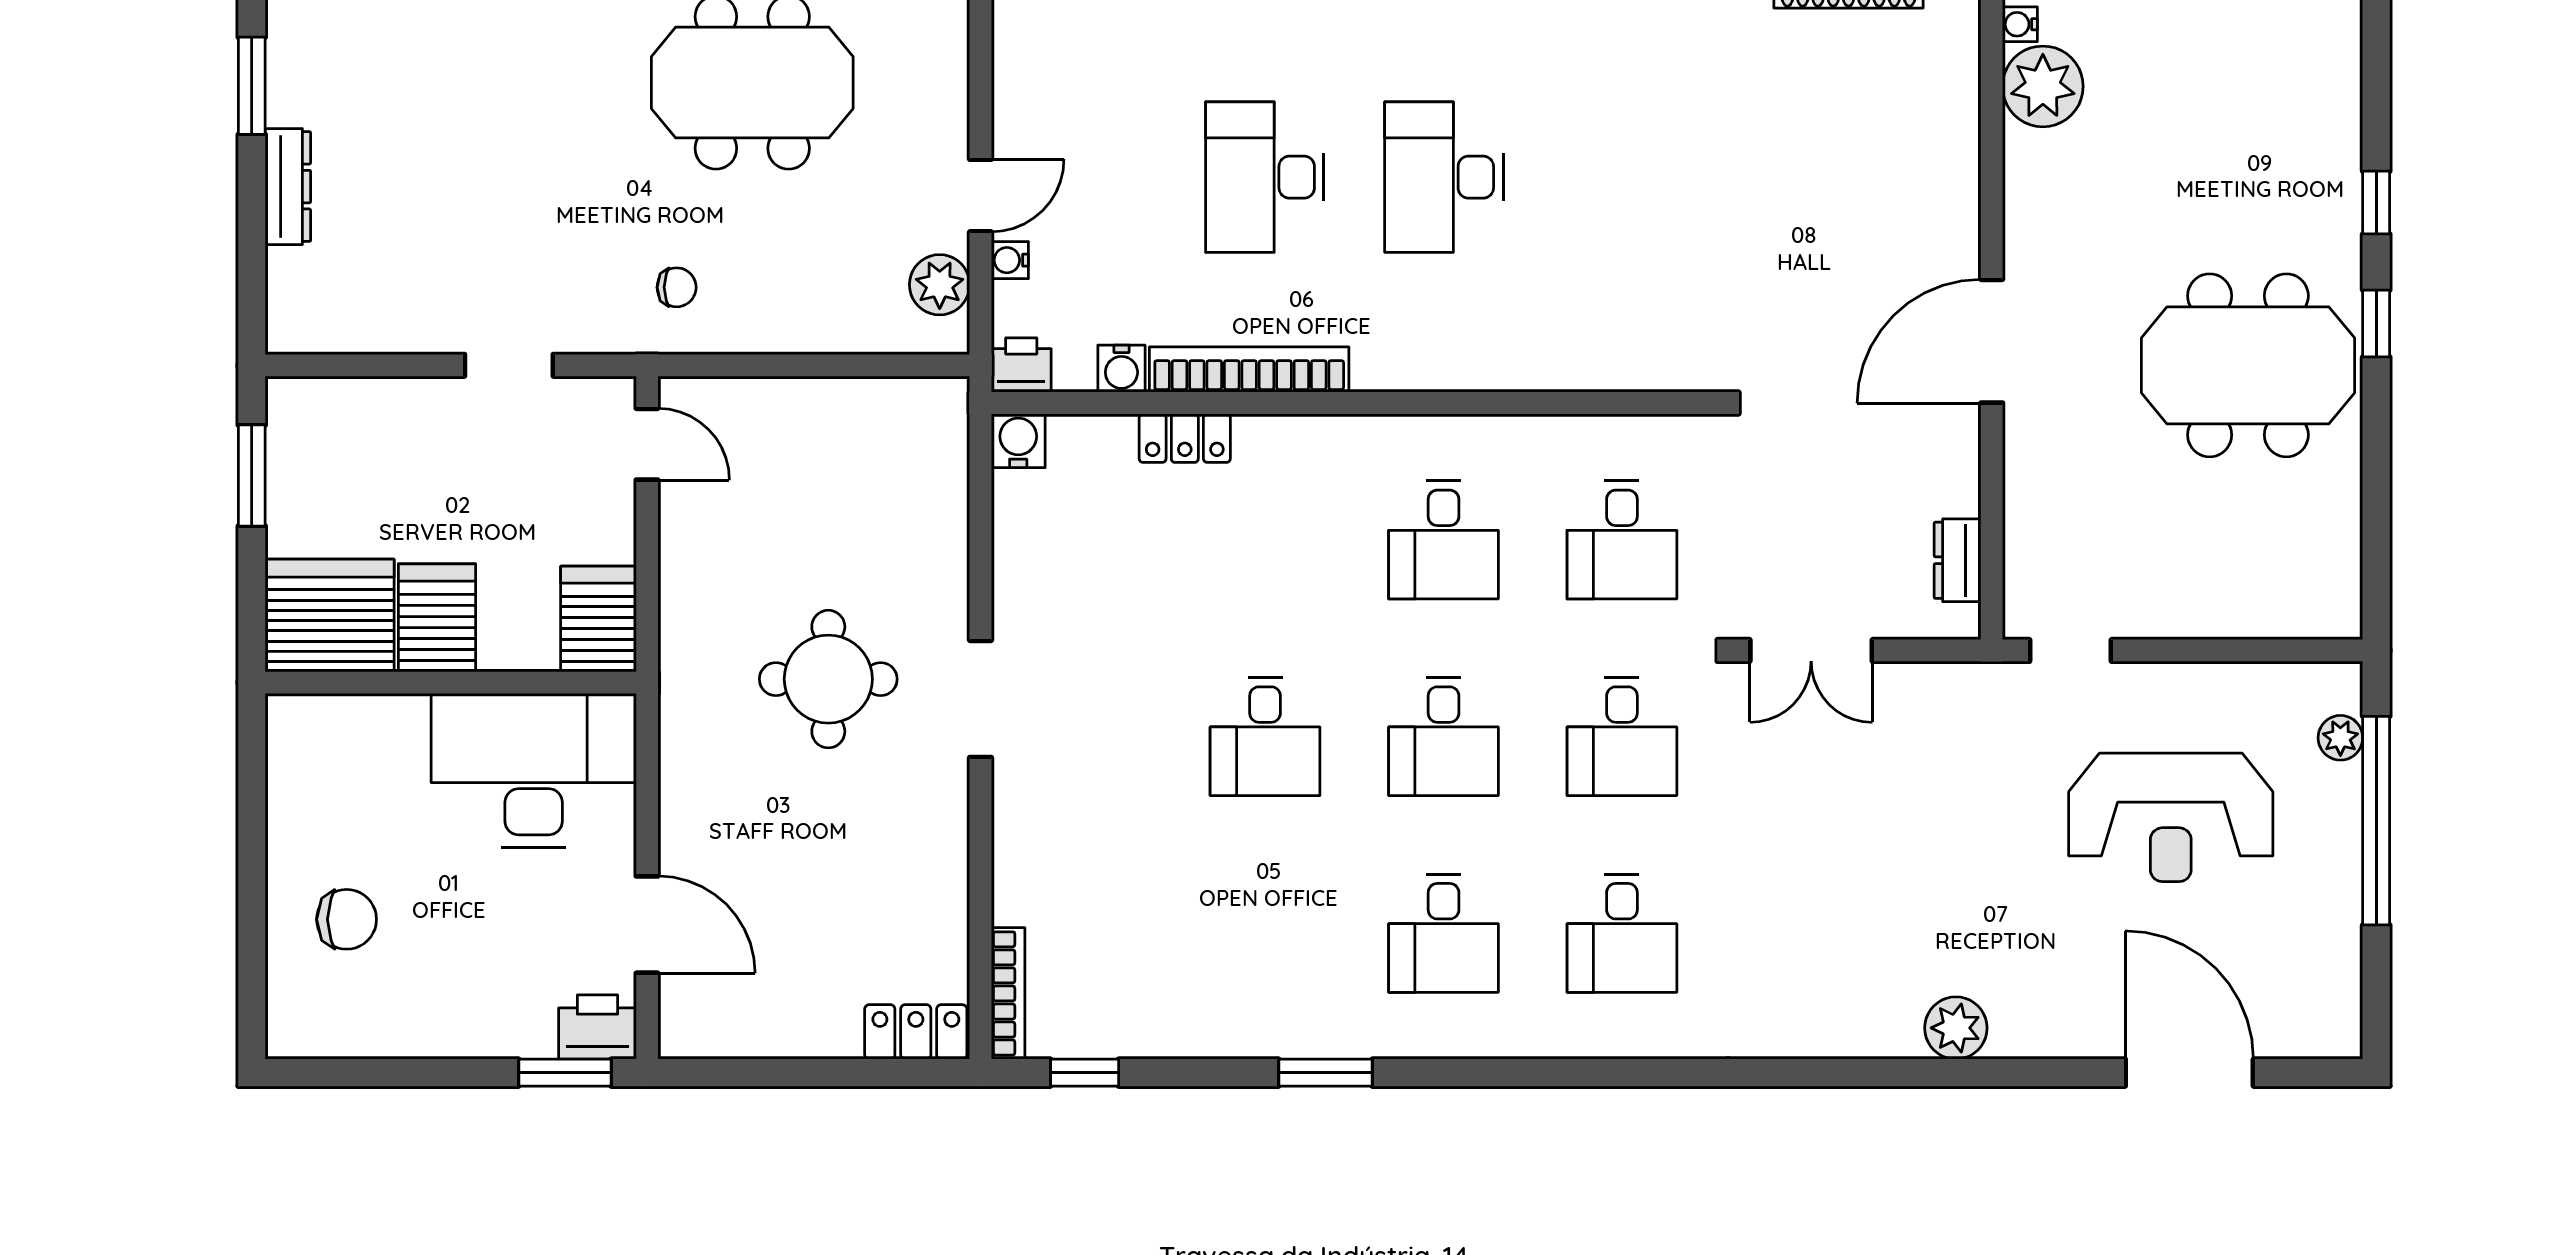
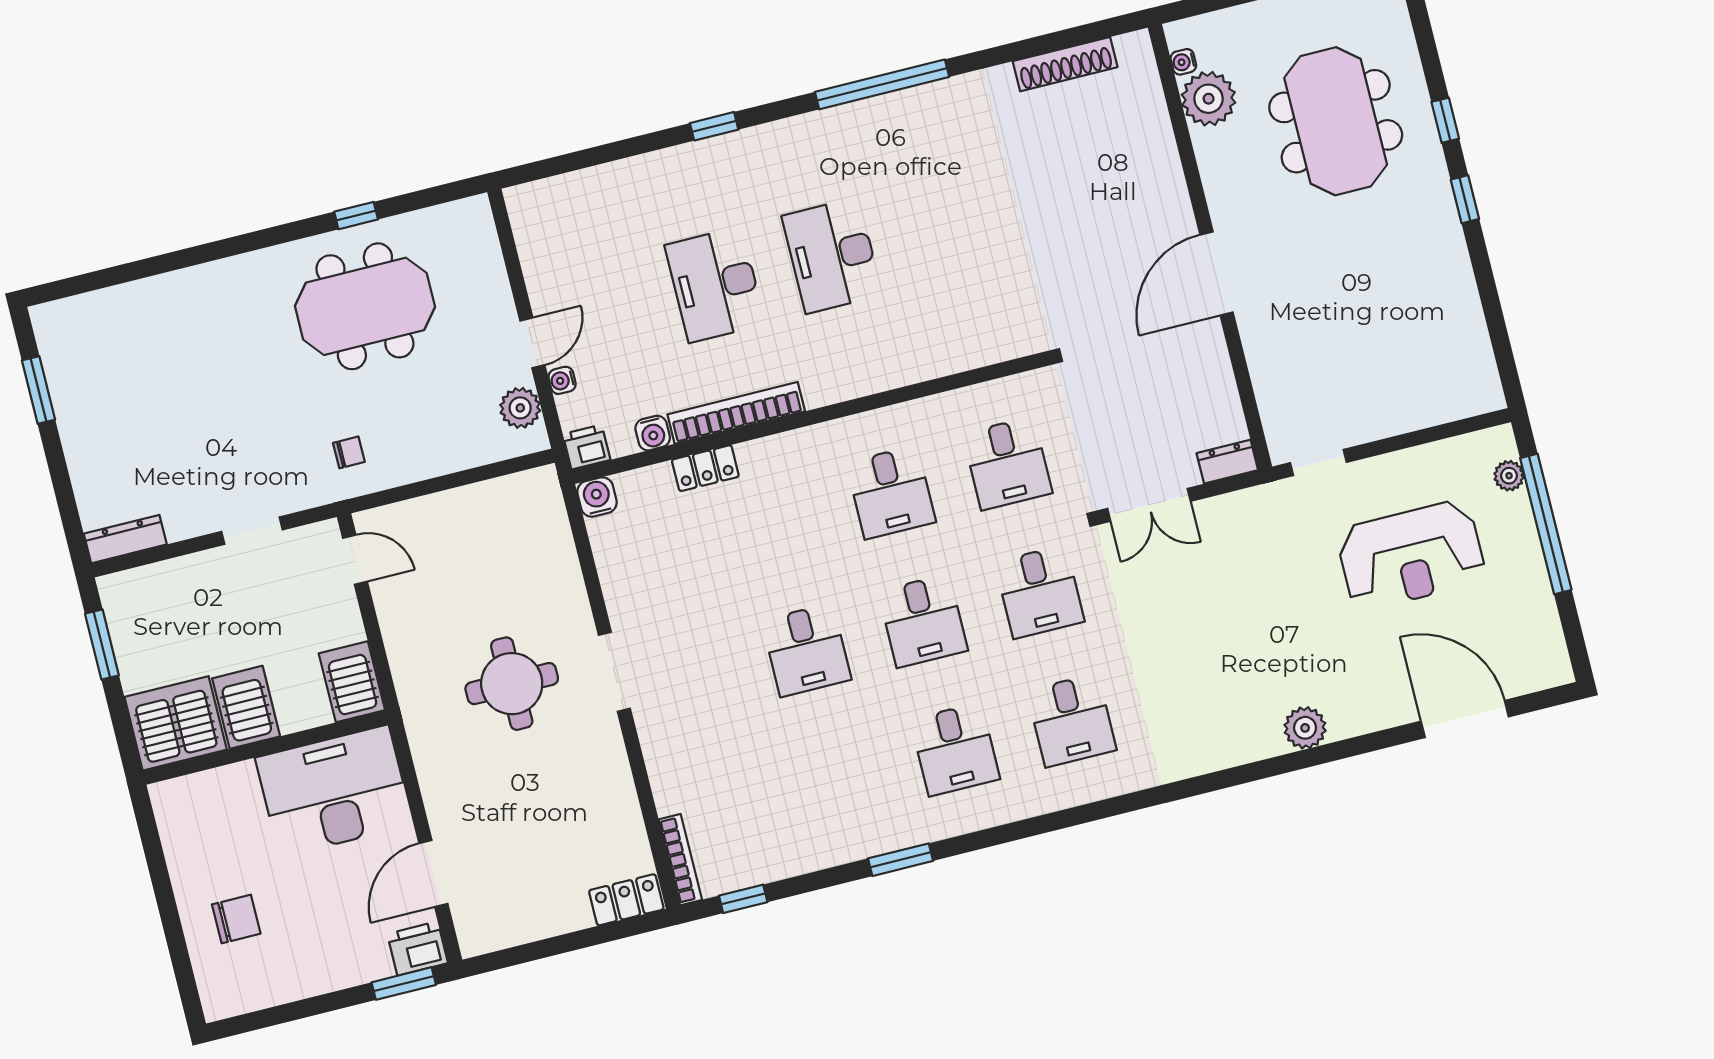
dresser: (288, 187) -> (125, 539), moved, turned -90
meeting table: (2248, 365) -> (1336, 121), moved, turned 90
dresser: (1958, 560) -> (1227, 462), moved, turned 90
door: (647, 925) -> (433, 873), swing flipped

